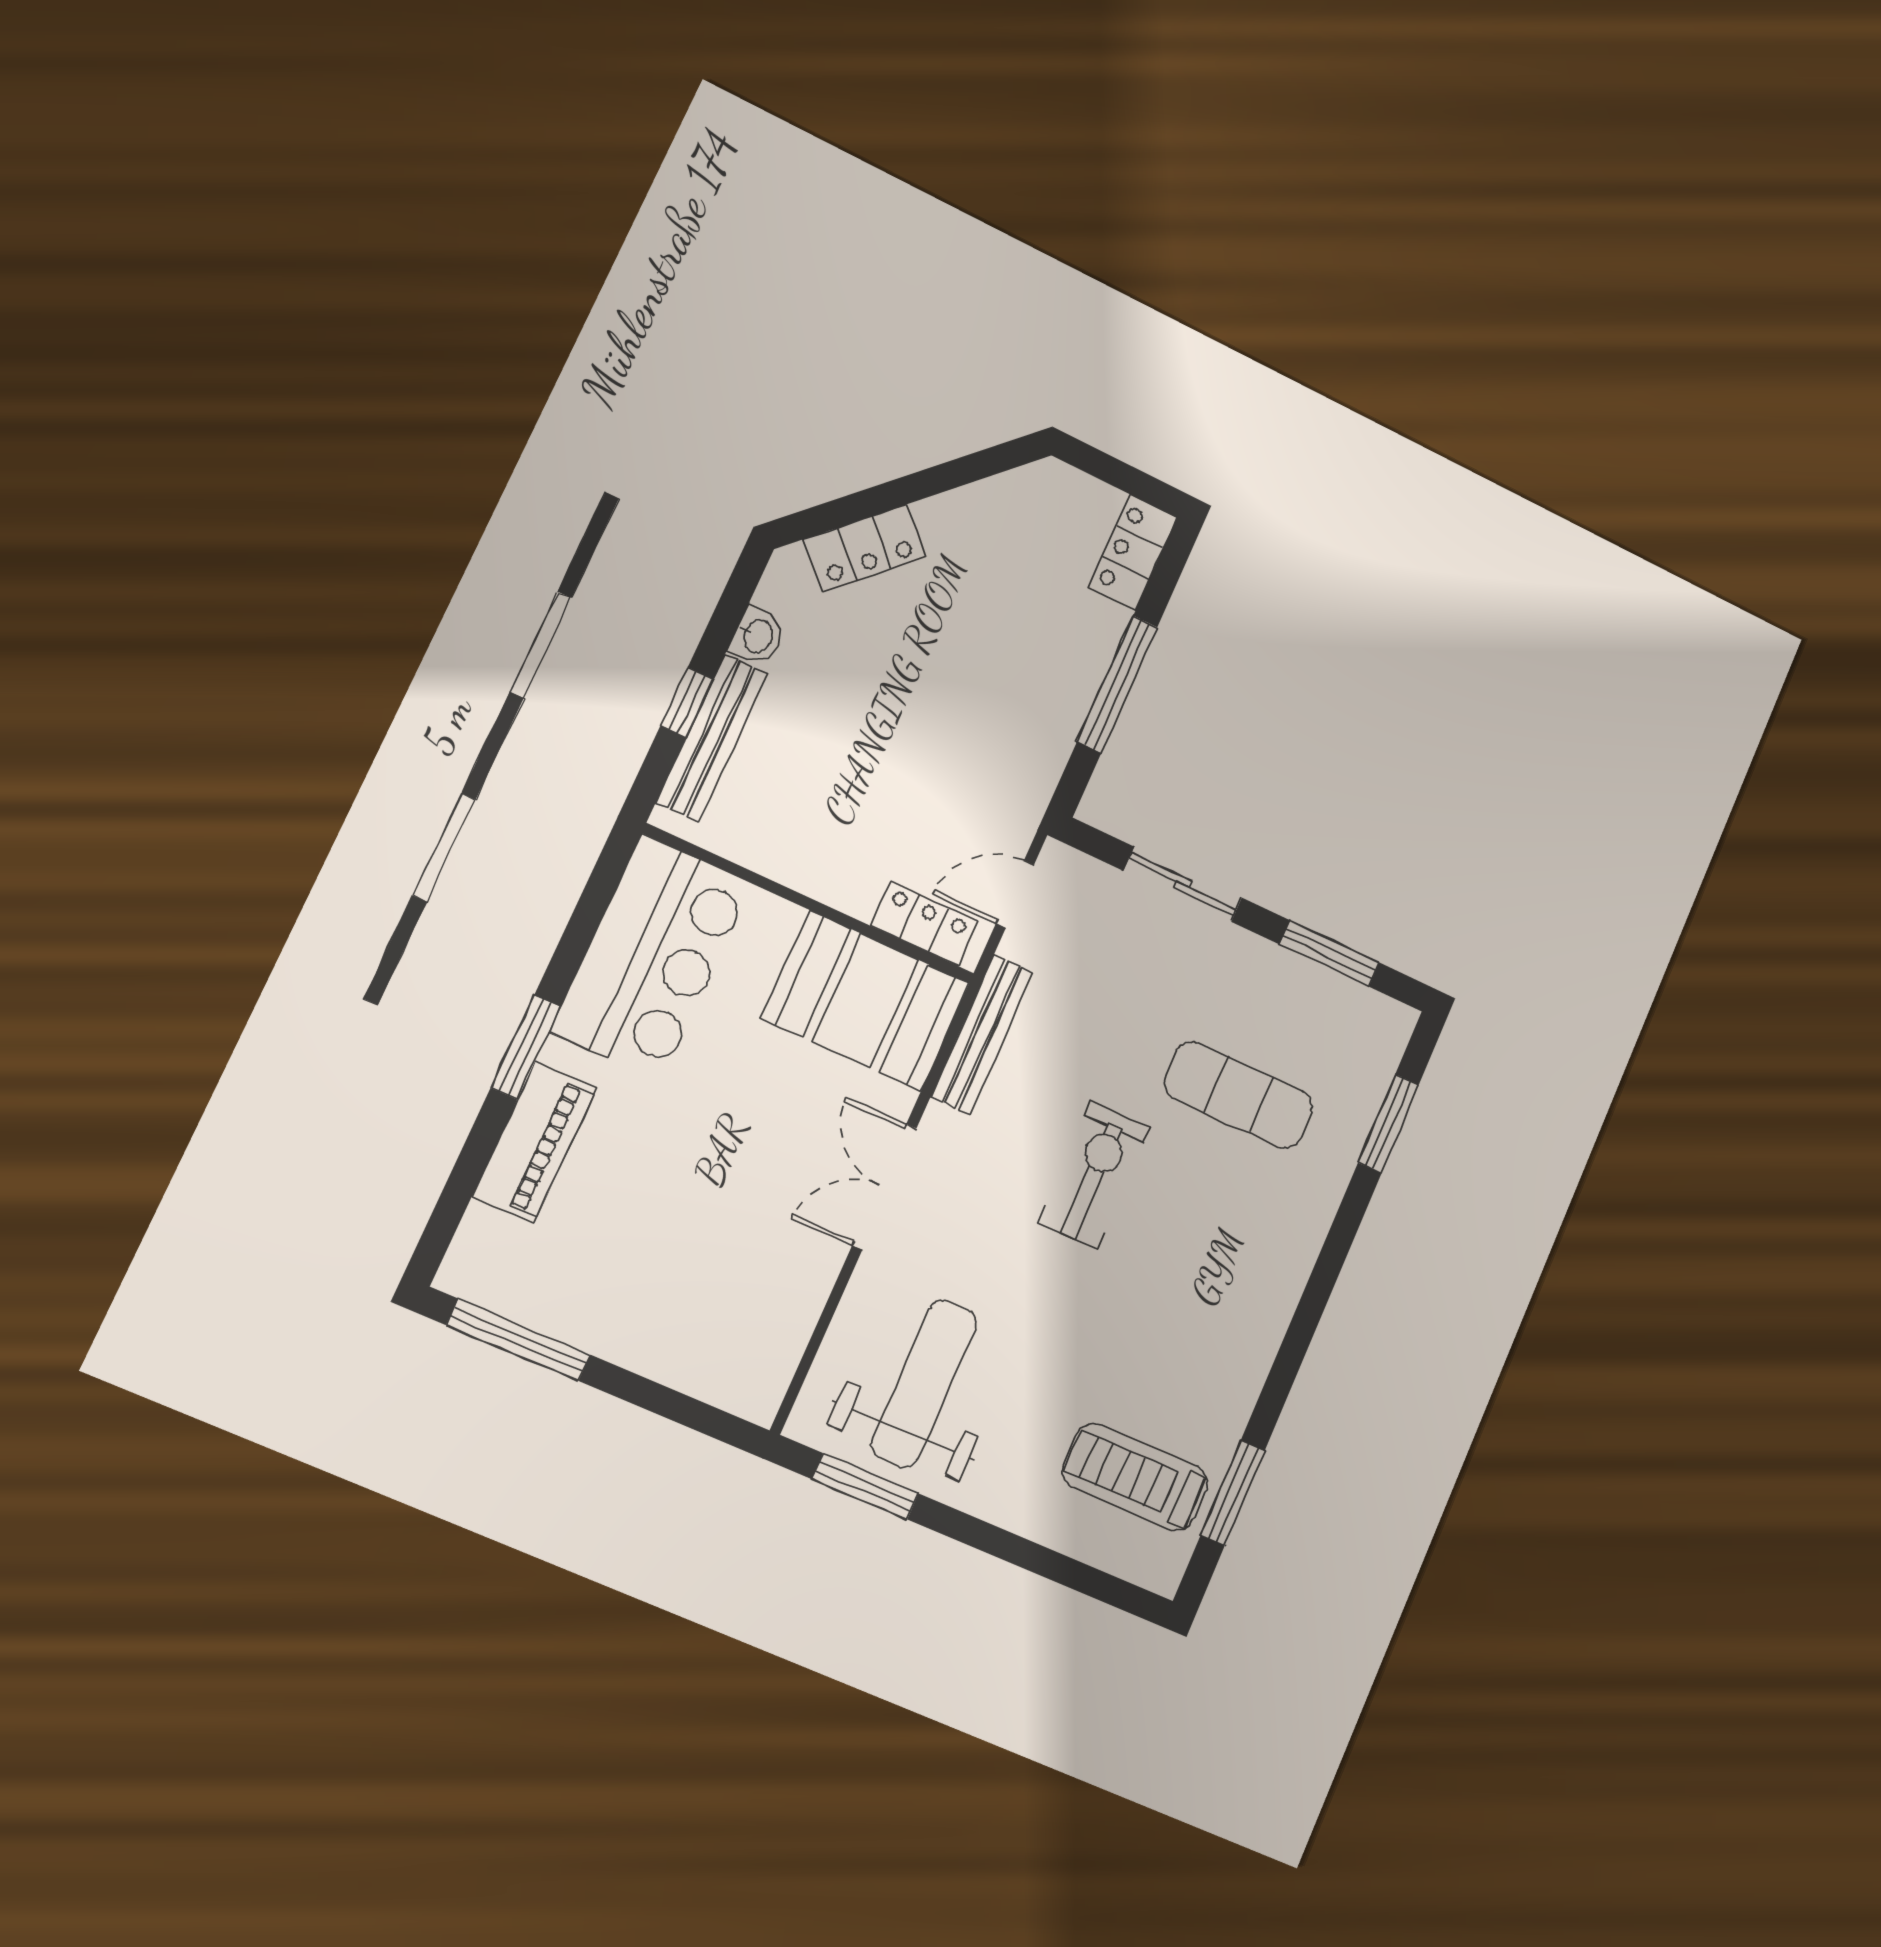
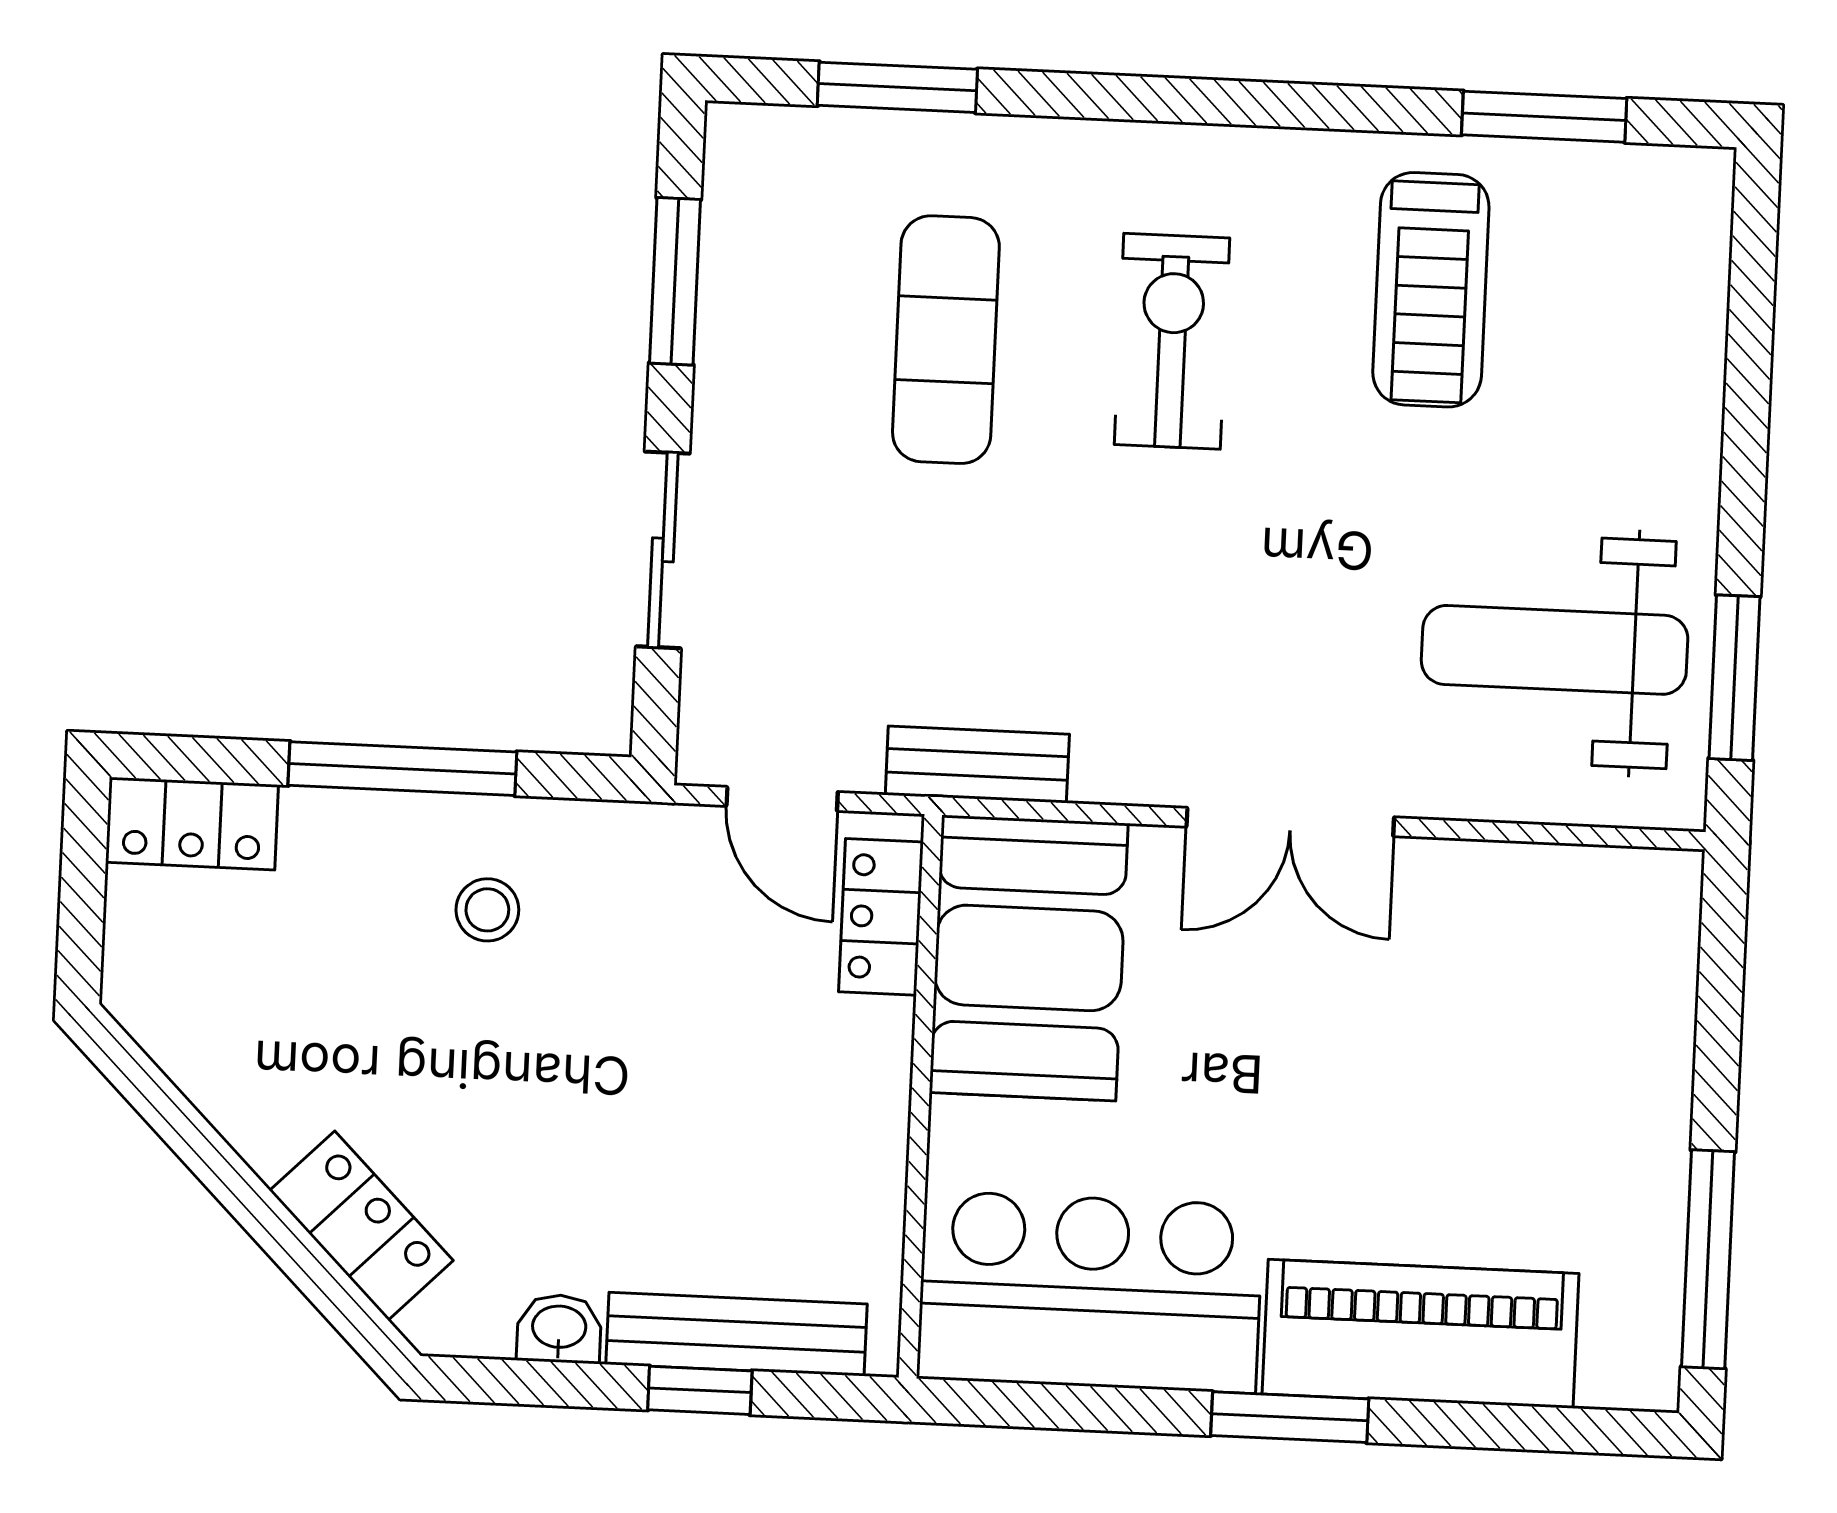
stool: (1018, 698) -> (487, 910), added
bench: (982, 1035) -> (977, 764), width x0.73
piano: (534, 1142) -> (1421, 1334), width x1.37, depth x1.33
exercise bike: (1094, 1175) -> (1172, 341), moved, turned 90
treadmill: (1135, 1477) -> (1431, 290), moved

